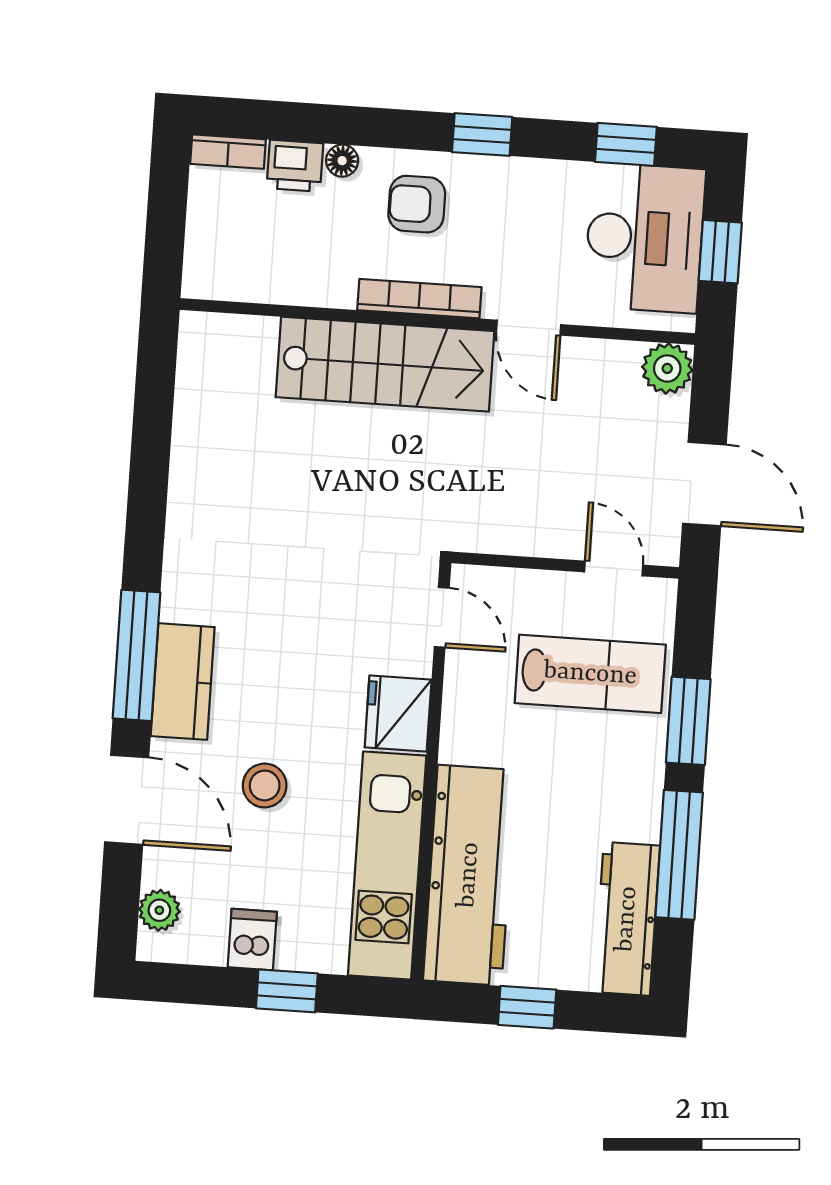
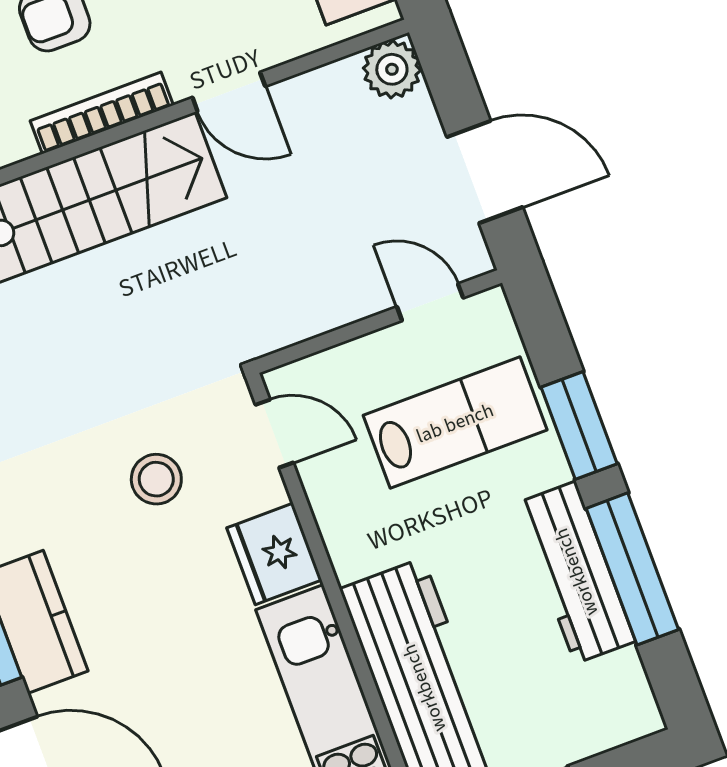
stool: (265, 785) -> (156, 479), moved
workbench: (627, 919) -> (576, 572), moved

